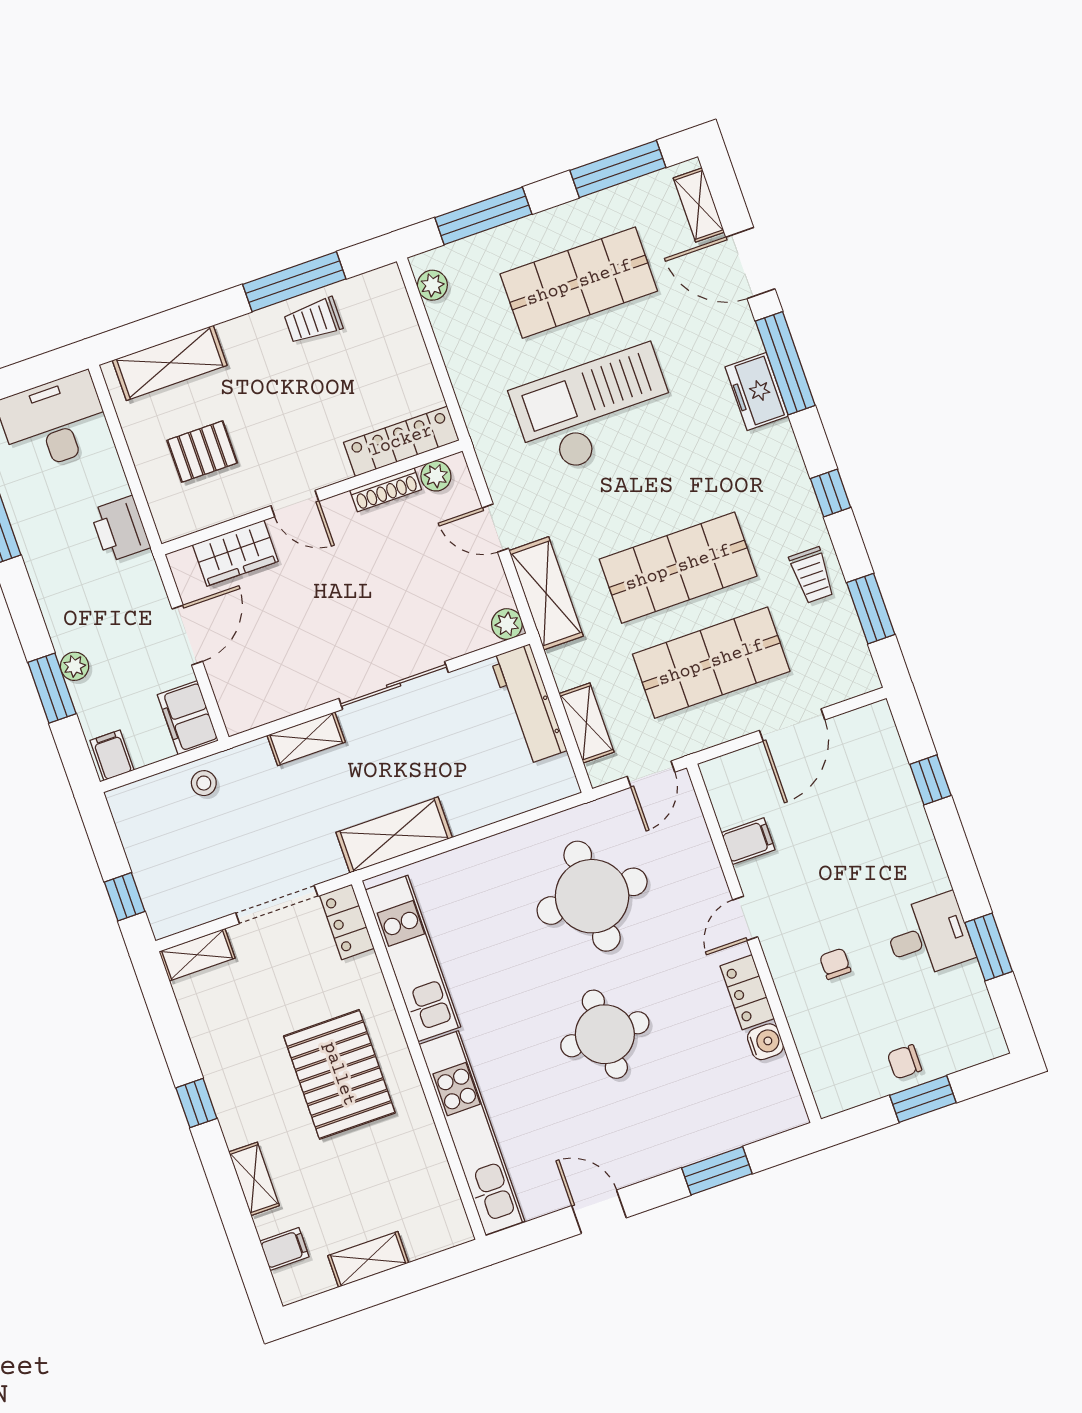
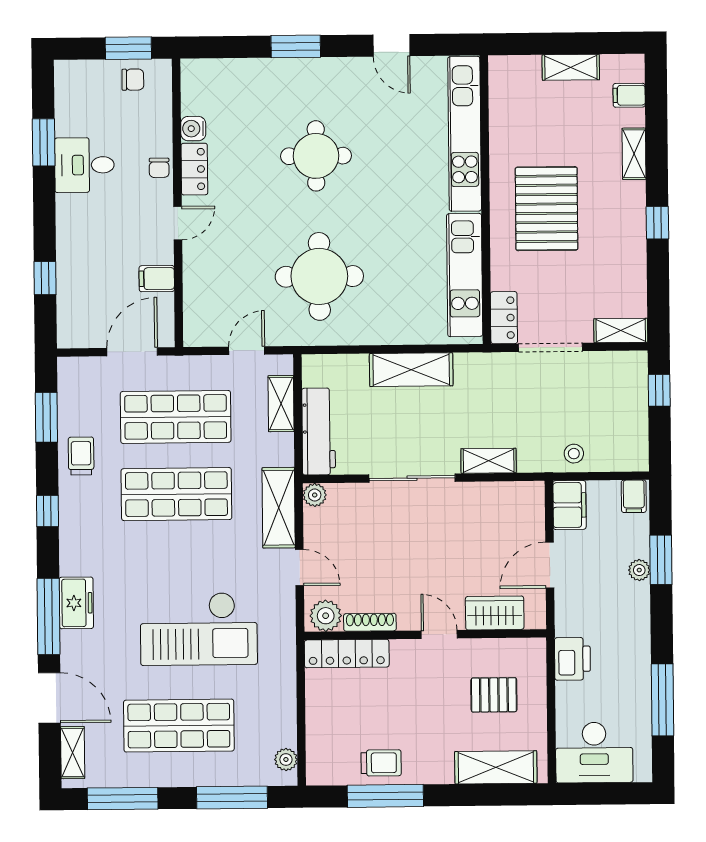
plant: (436, 476) -> (326, 616), width x1.38, depth x1.38
shelving: (394, 835) -> (411, 370), moved
filing cabinet: (748, 841) -> (157, 279), moved
door: (745, 918) -> (178, 223), moved
wall: (754, 943) -> (178, 203), moved
locker: (747, 992) -> (194, 169), moved
round table: (605, 1034) -> (316, 156), moved
water cooler: (765, 1042) -> (193, 129), moved

